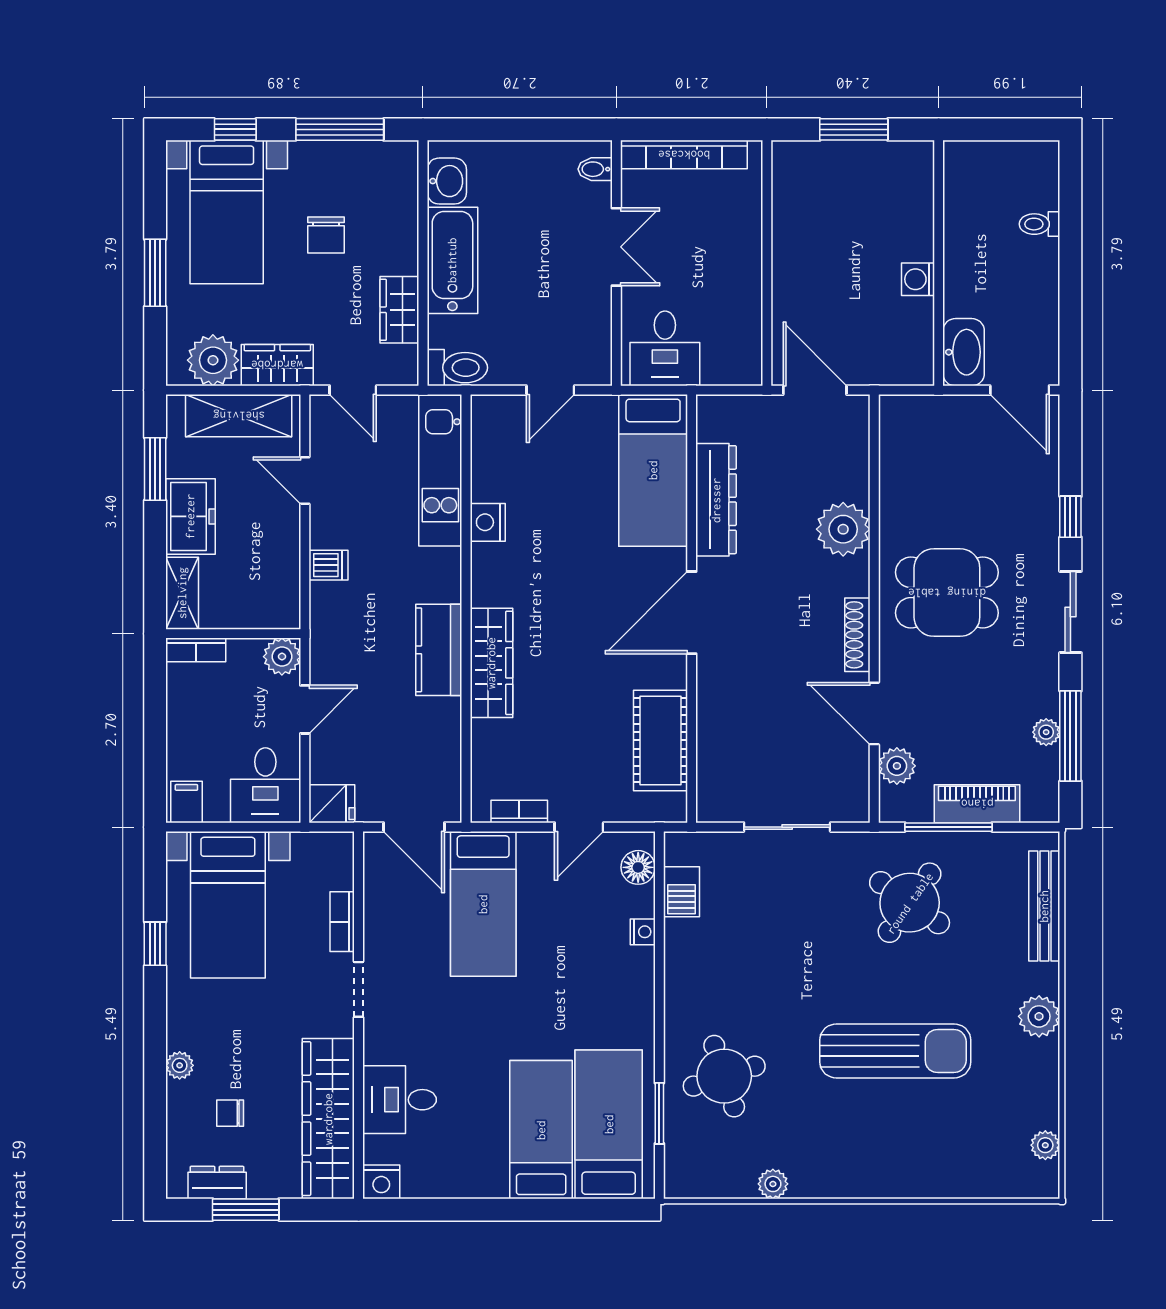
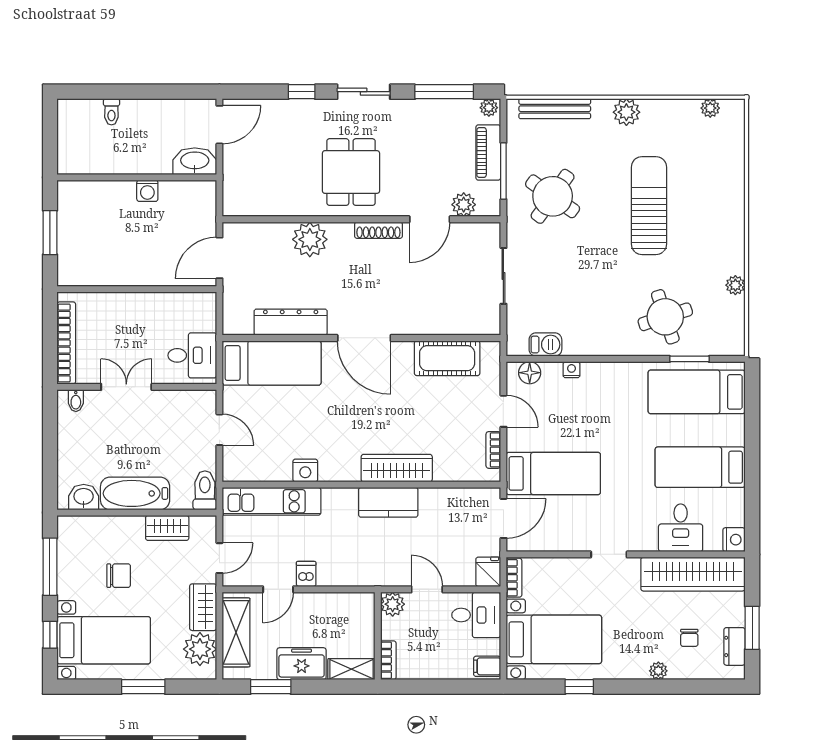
dishwasher: (328, 565) -> (306, 574), moved
plant: (1046, 732) -> (489, 108), moved
bookcase: (342, 922) -> (514, 578), moved, turned -90
bed: (541, 1130) -> (700, 467), moved

